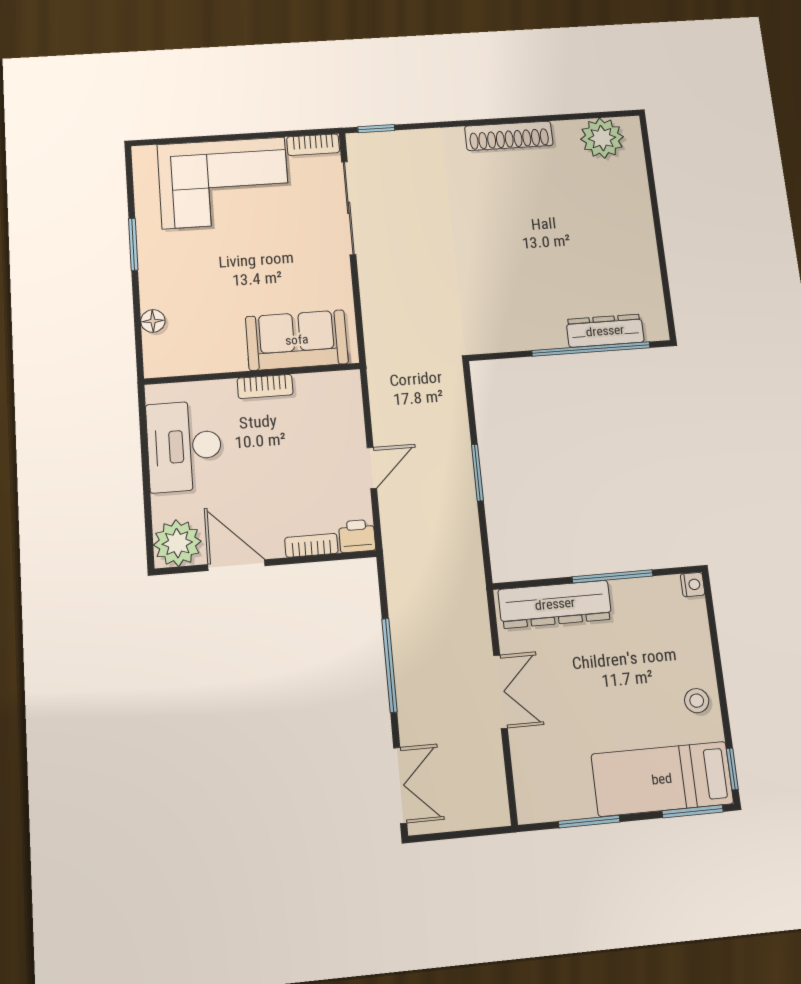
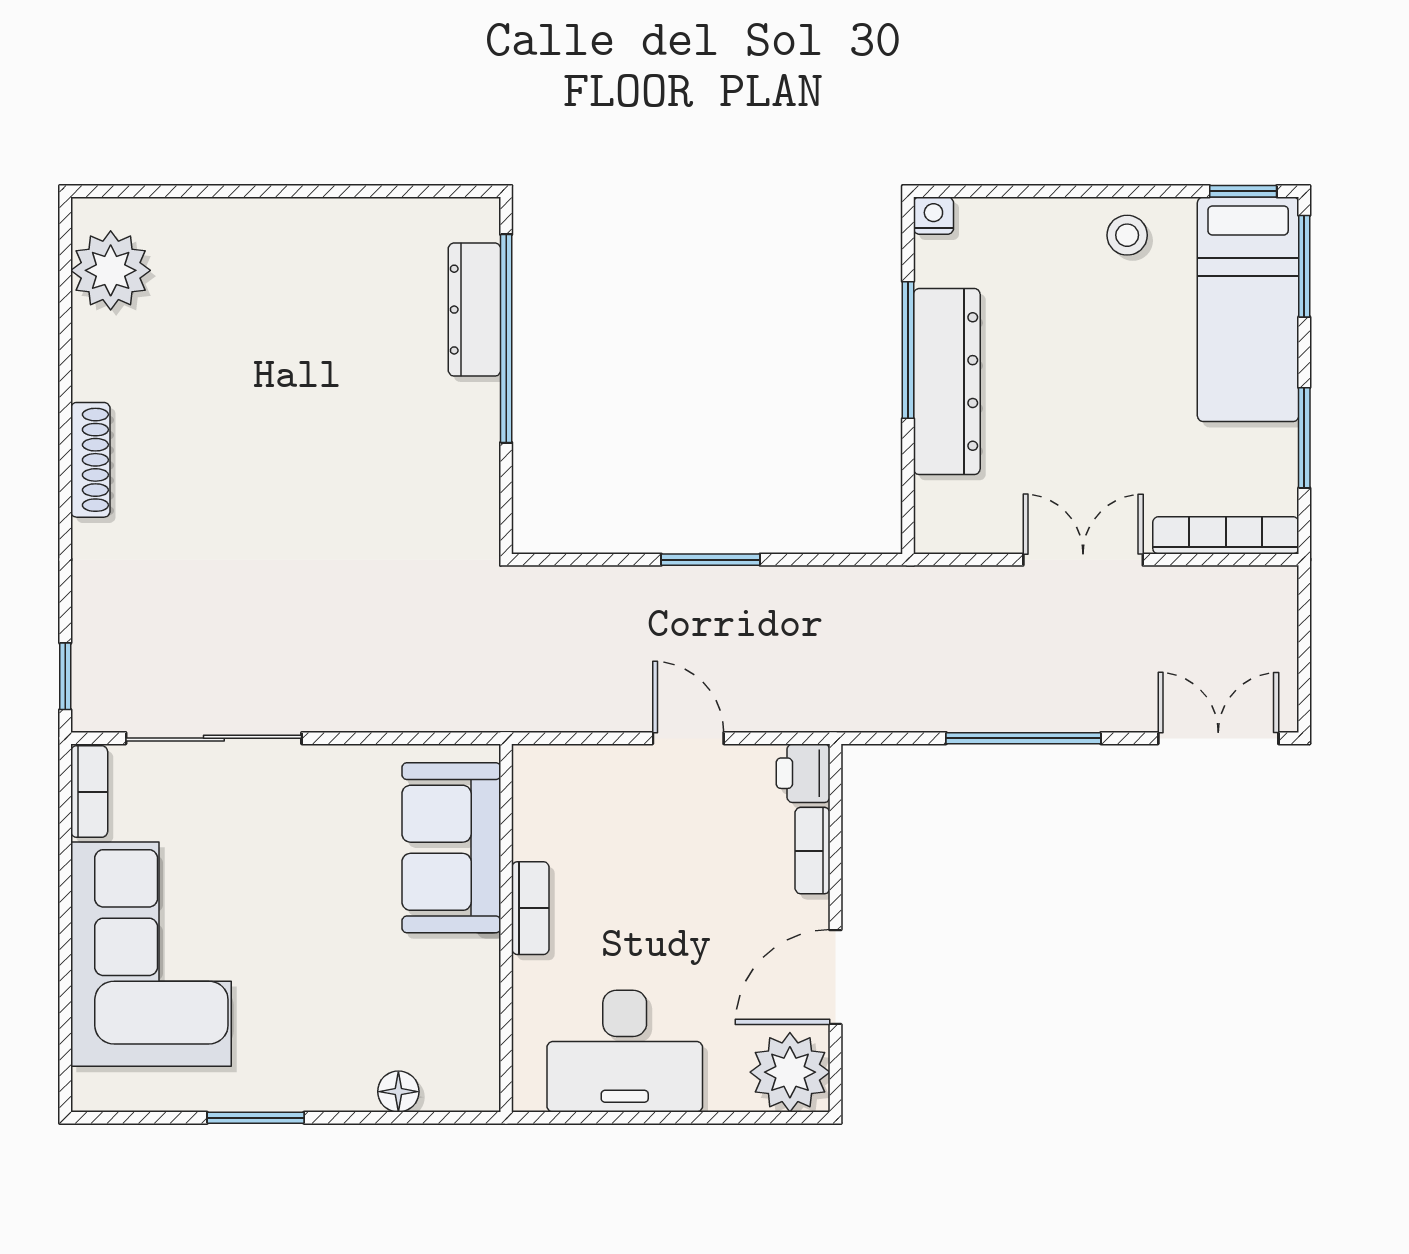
shoe rack: (509, 136) -> (90, 460), width x0.74, depth x0.81
dresser: (555, 604) -> (947, 382), moved
bookcase: (524, 778) -> (1226, 535), added

